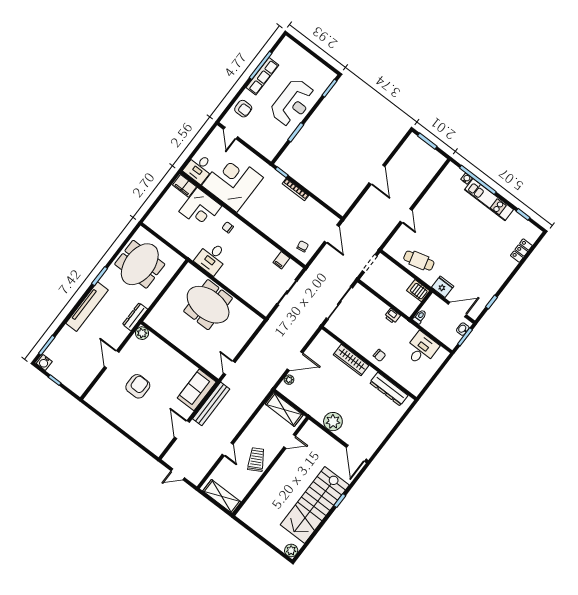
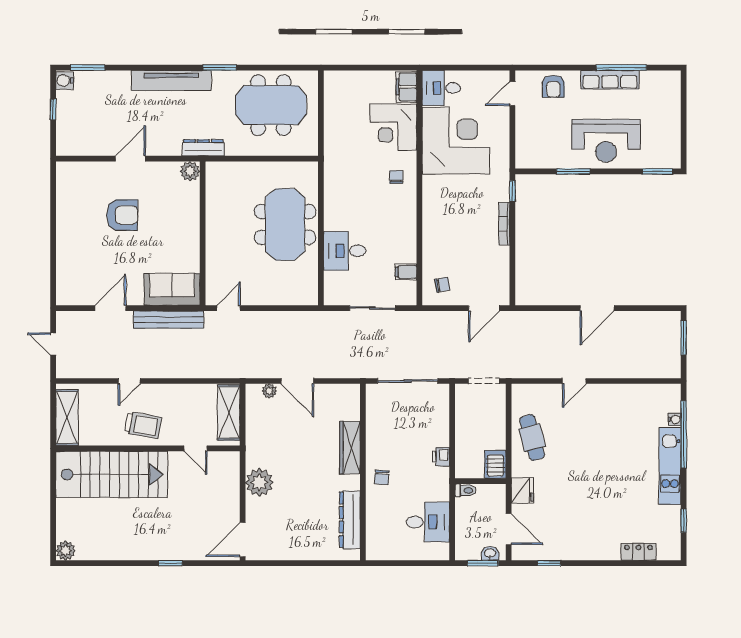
desk: (212, 258) -> (345, 251), moved
trolley: (256, 459) -> (143, 425), turned 39
stairs: (315, 505) -> (112, 474), moved, turned 180

